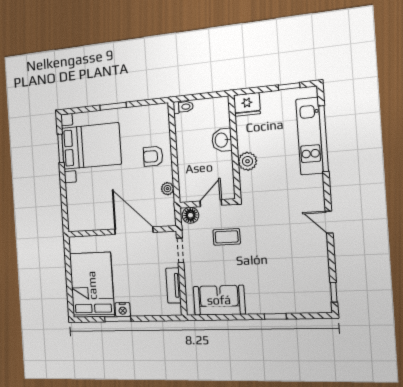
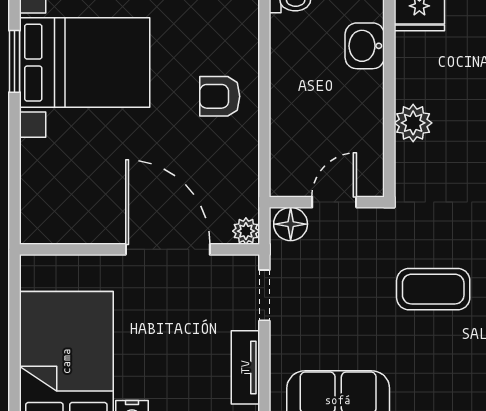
washbasin: (222, 140) -> (365, 46), moved
plant: (167, 189) -> (246, 231), moved
coffee table: (227, 237) -> (433, 289), moved, width x1.36, depth x1.30

